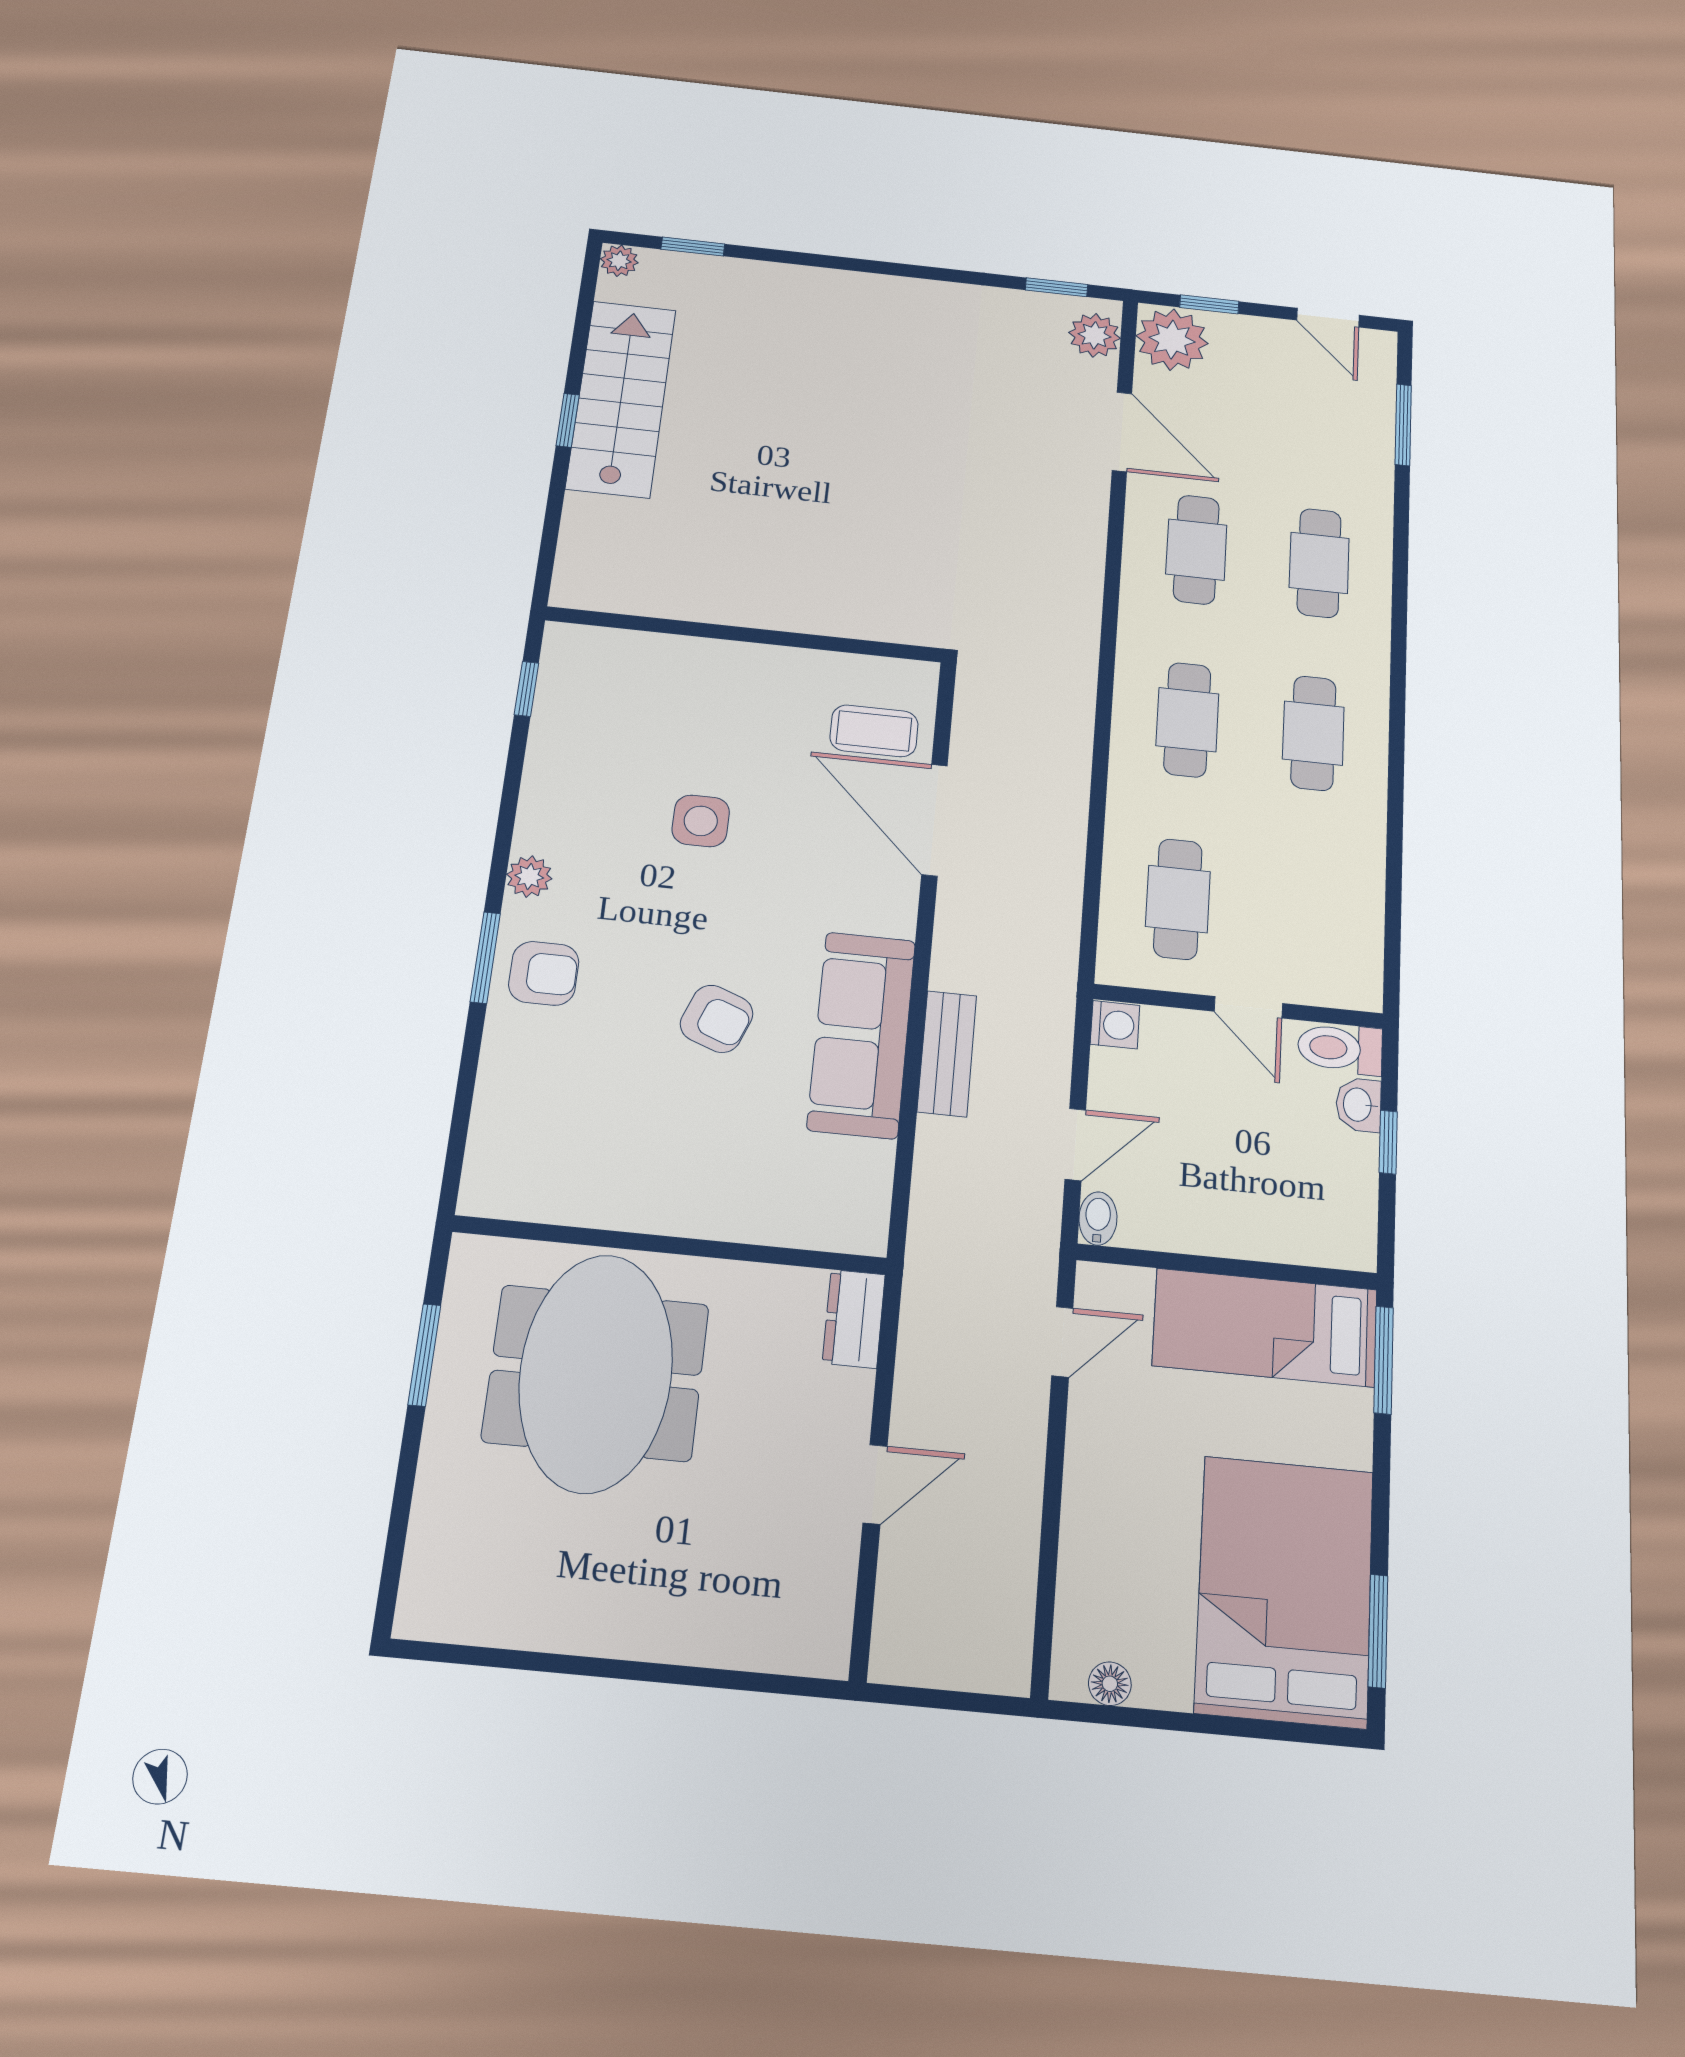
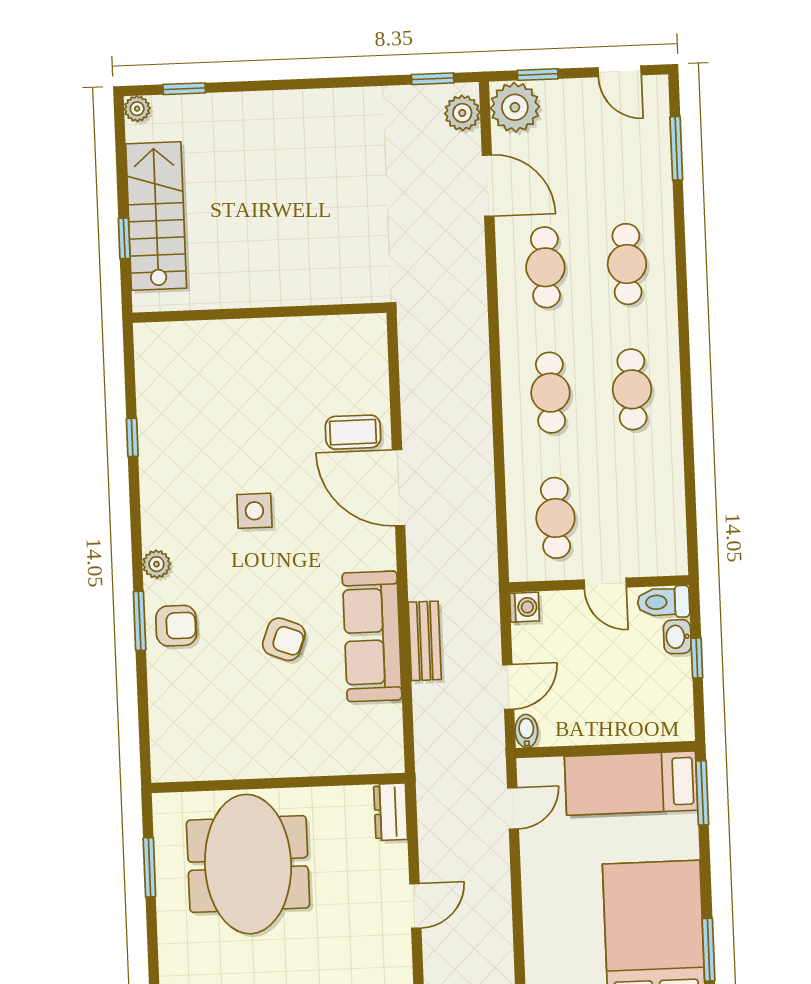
wall: (744, 634) -> (259, 313), moved

